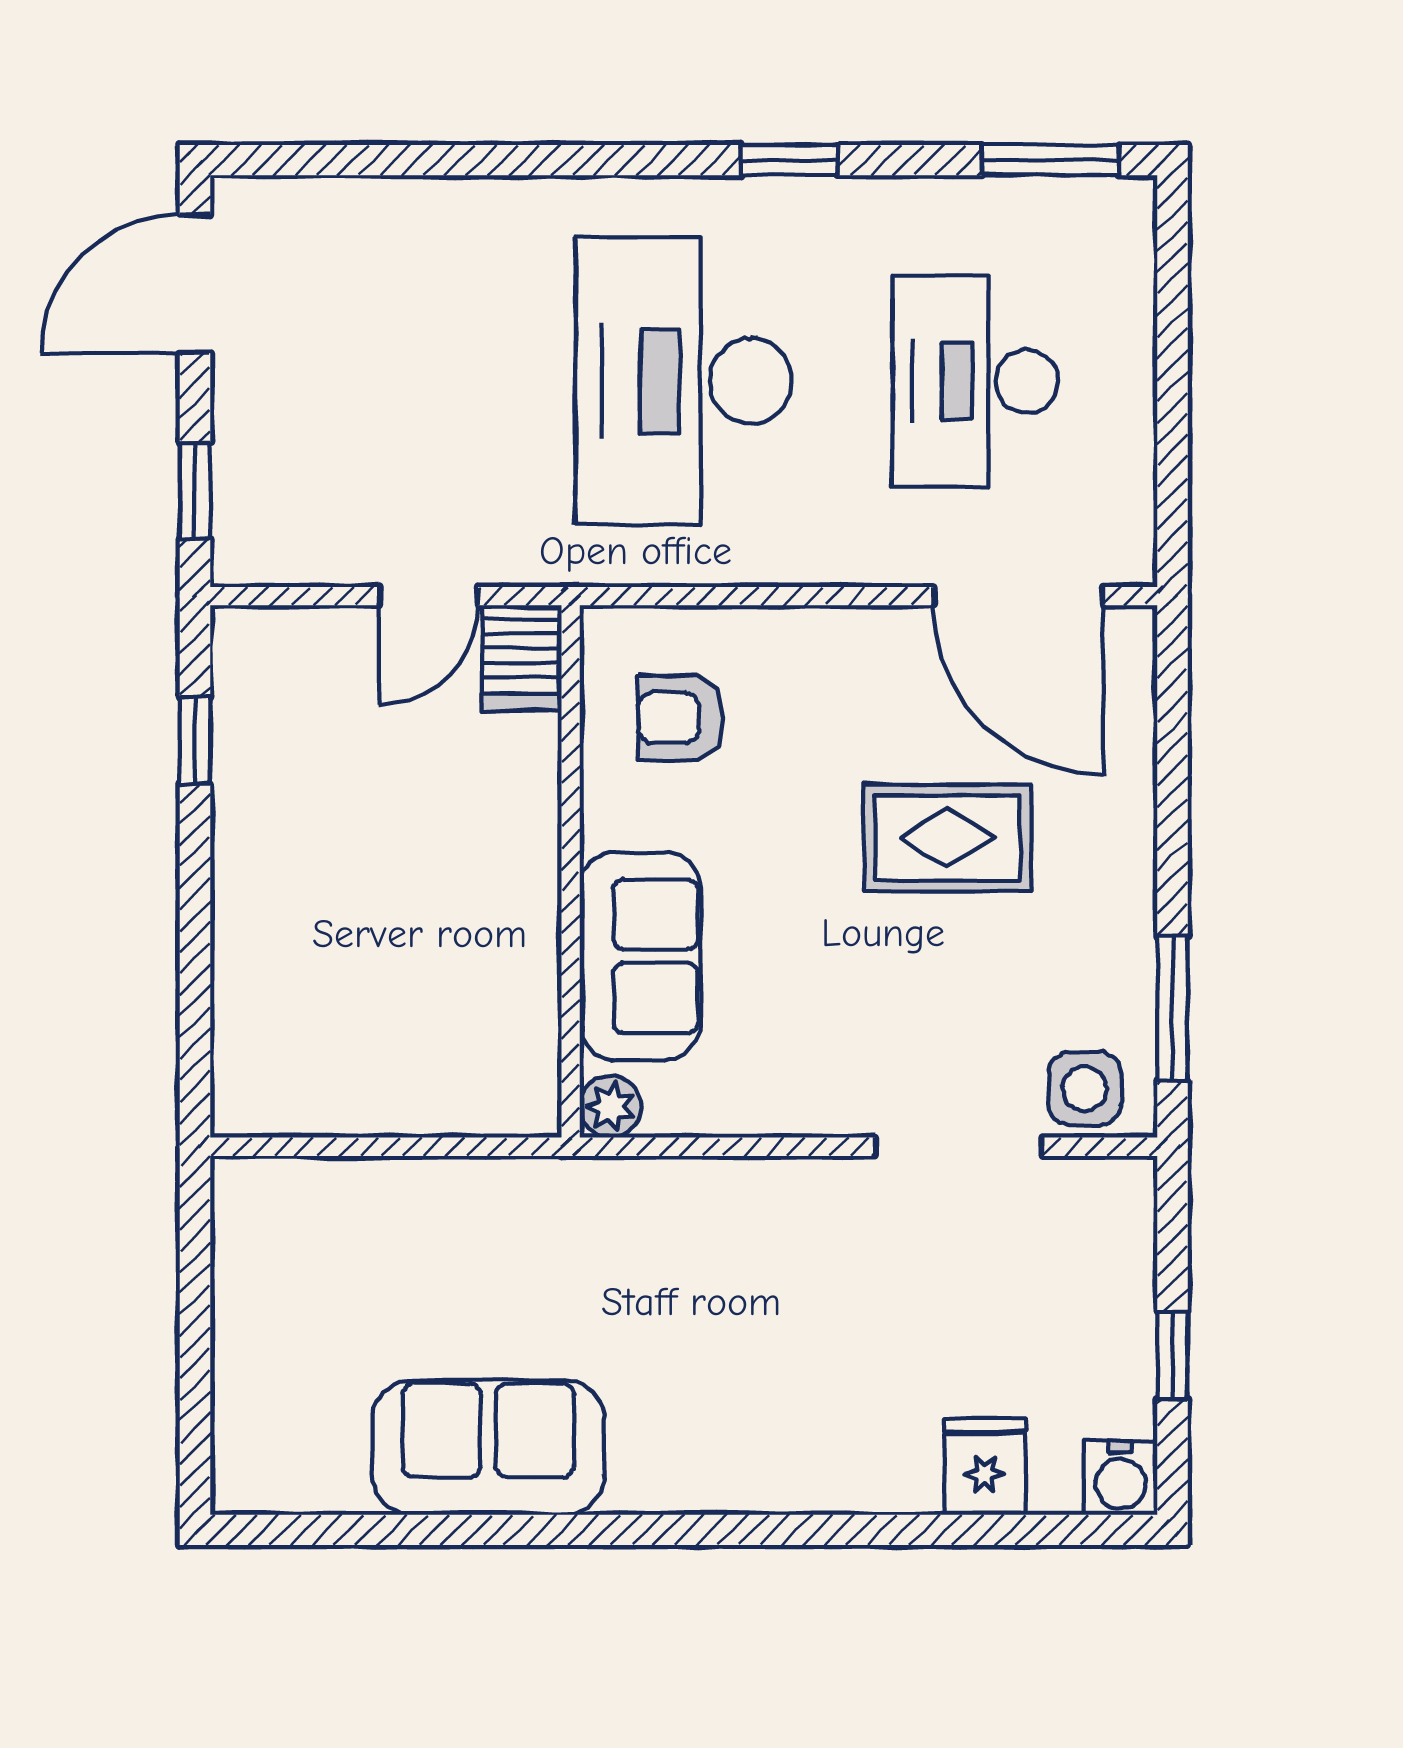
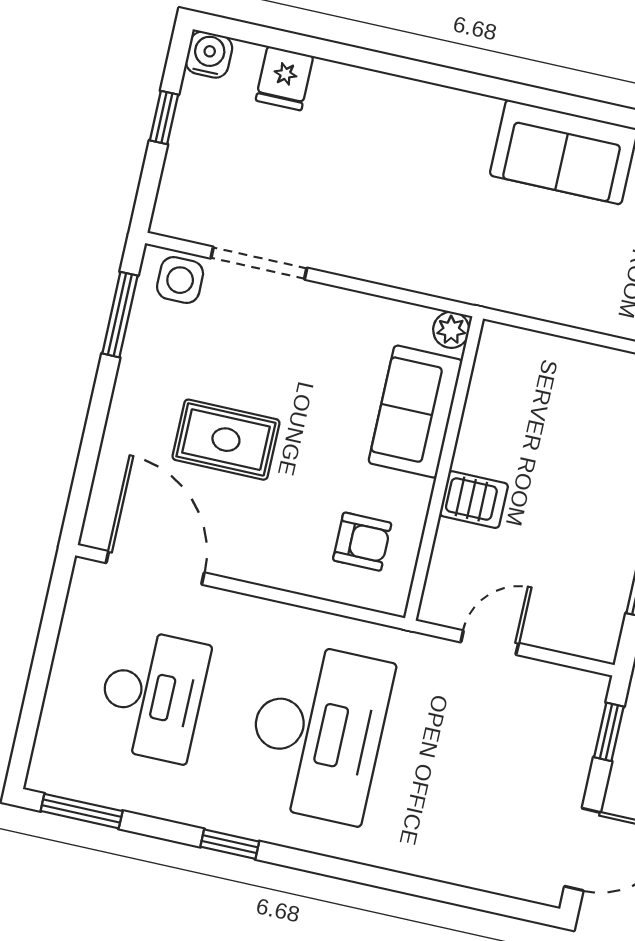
server rack: (522, 658) -> (474, 500), moved, turned 90

